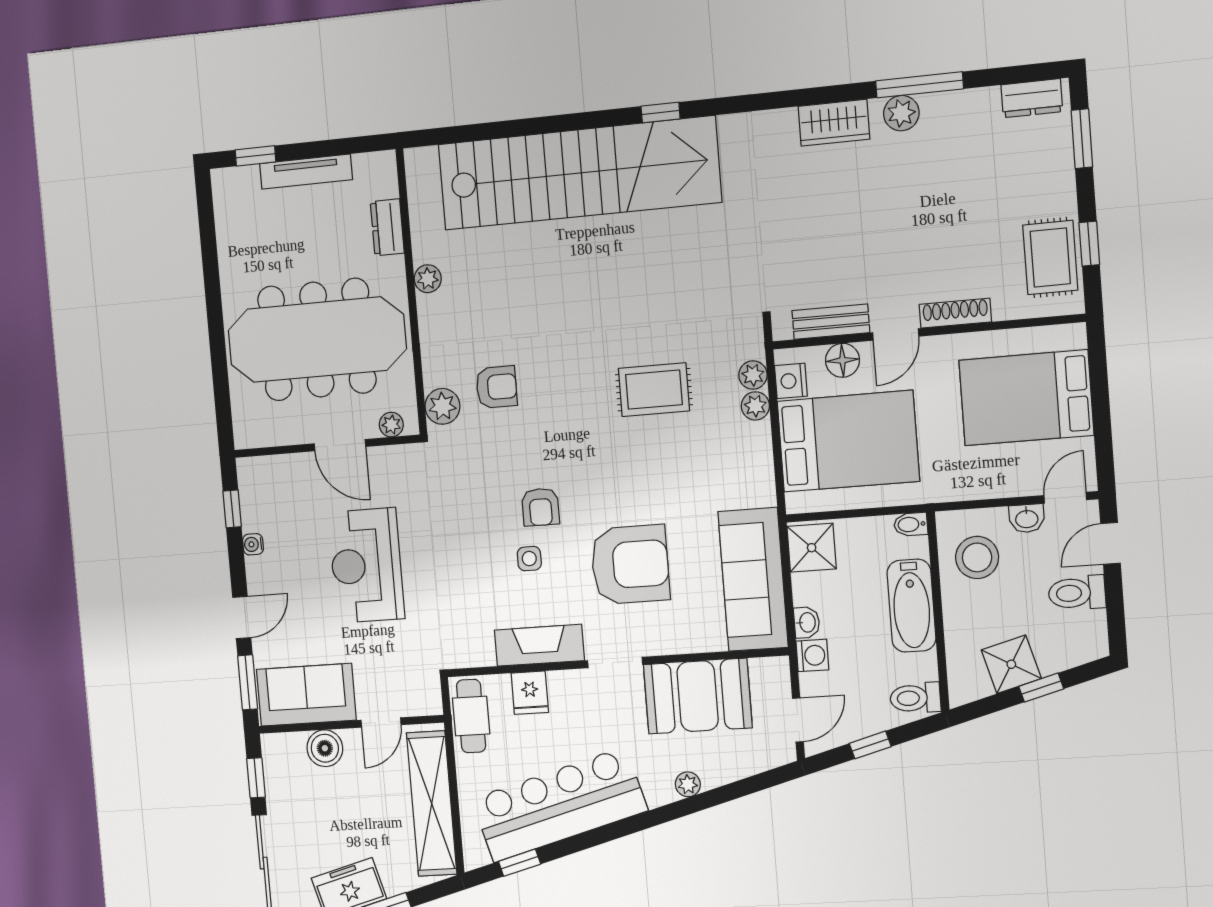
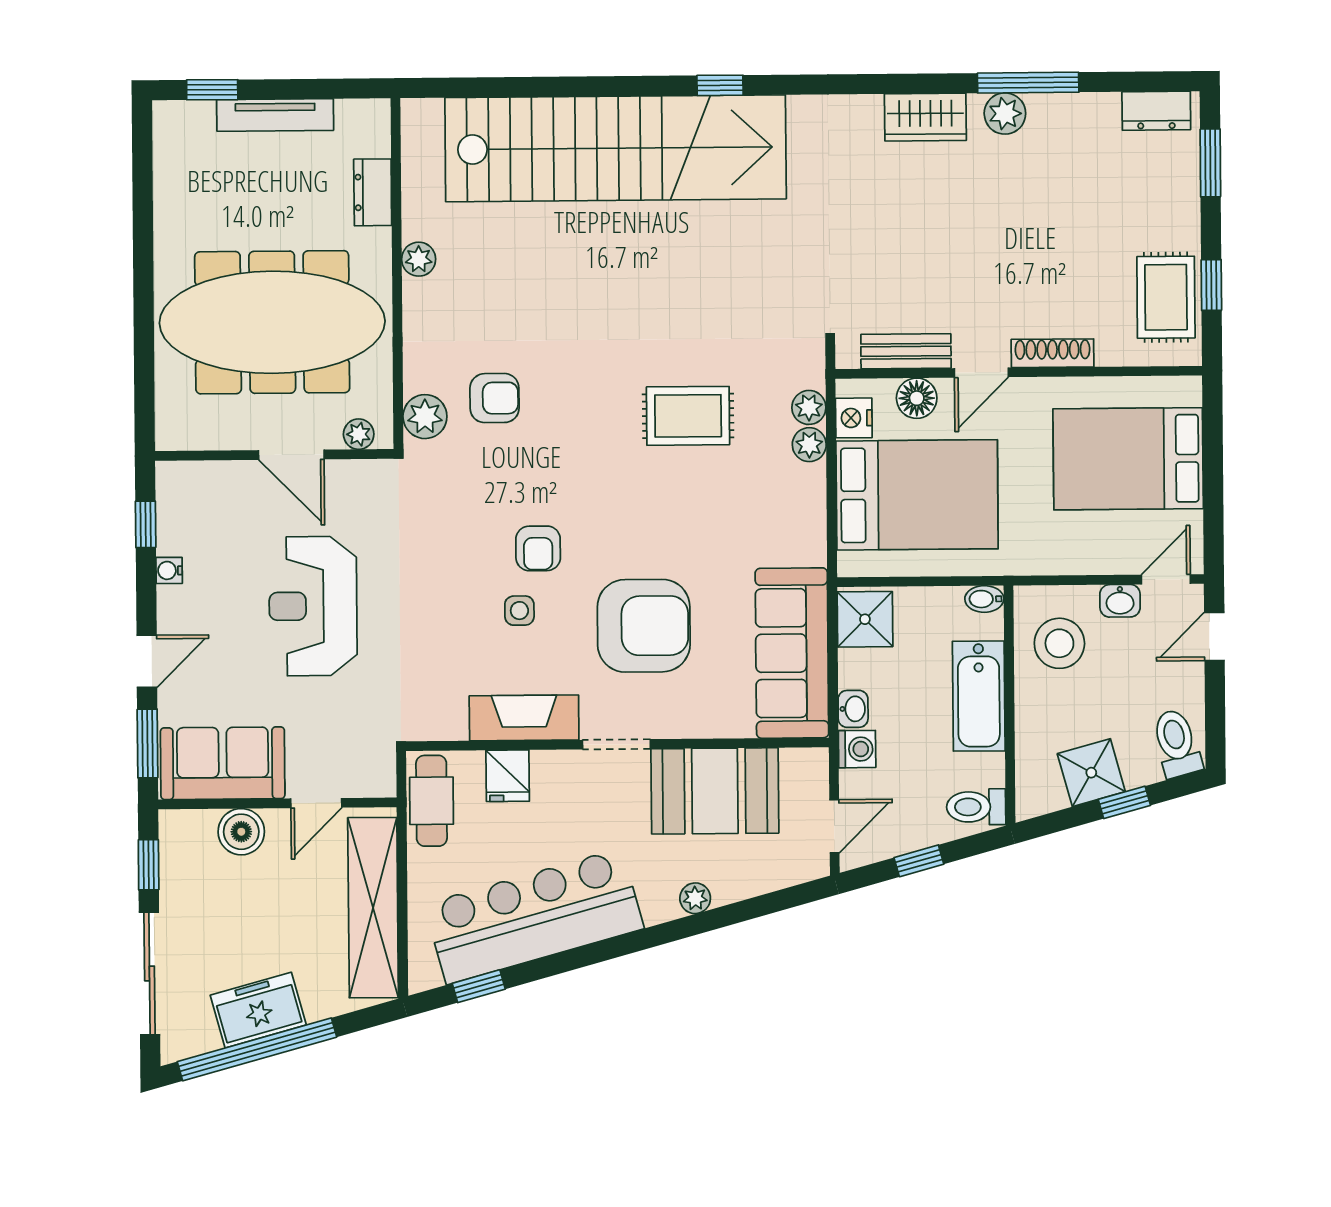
toilet: (1077, 593) -> (1177, 743), moved, turned 75

